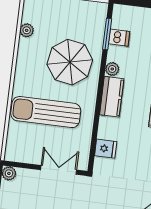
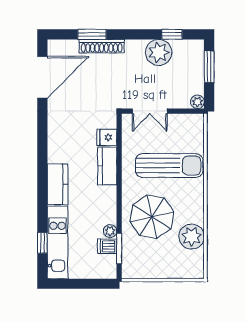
plant: (27, 30) -> (192, 237), width x1.88, depth x1.88
plant: (112, 69) -> (110, 231), moved
kitchen counter: (112, 97) -> (107, 166), moved

